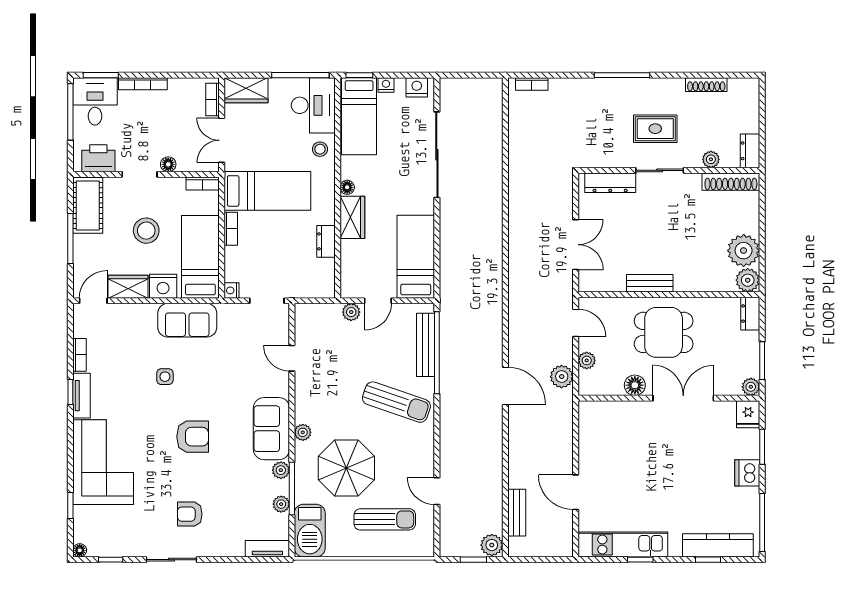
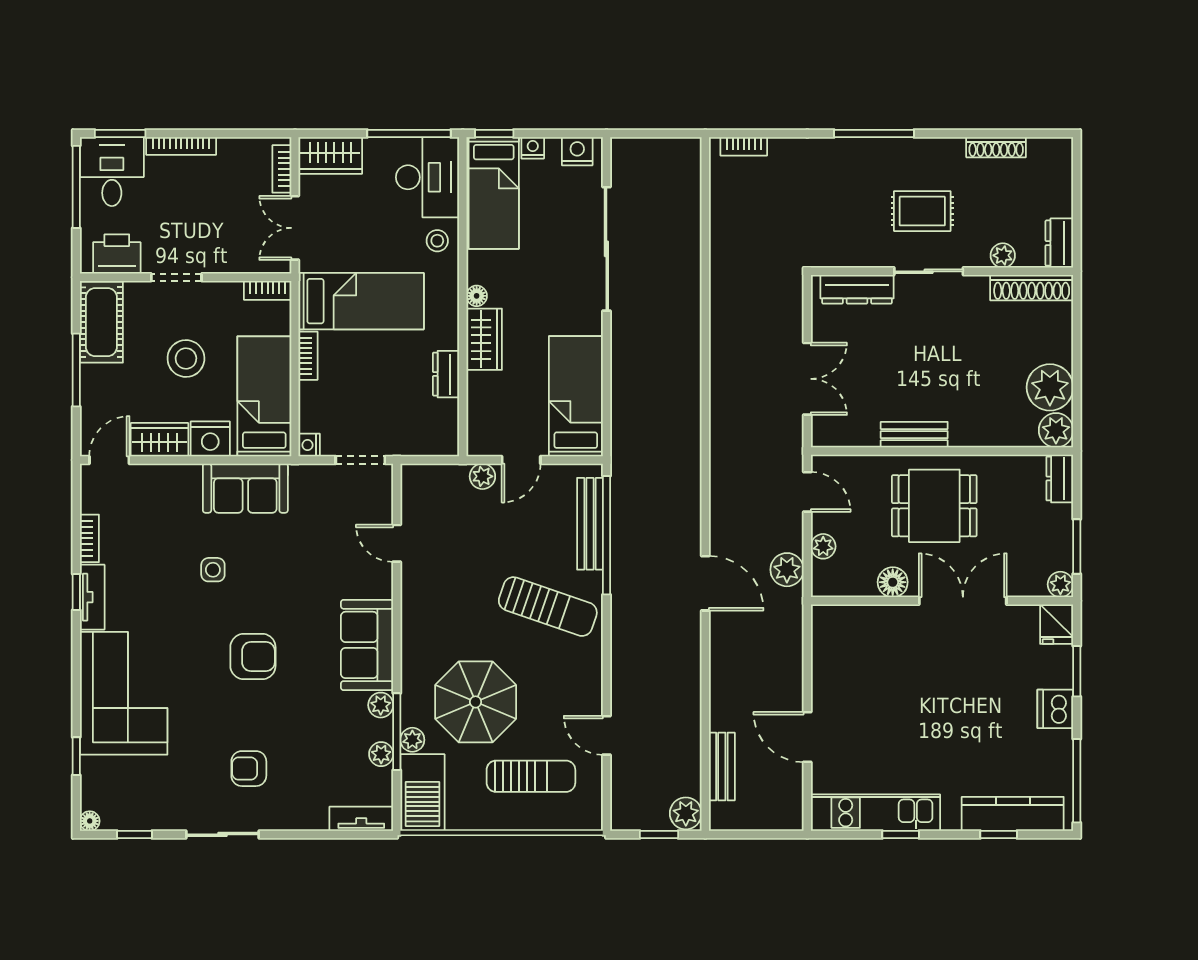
floor lamp: (168, 164) -> (218, 263), removed
plant: (303, 432) -> (412, 740), moved

